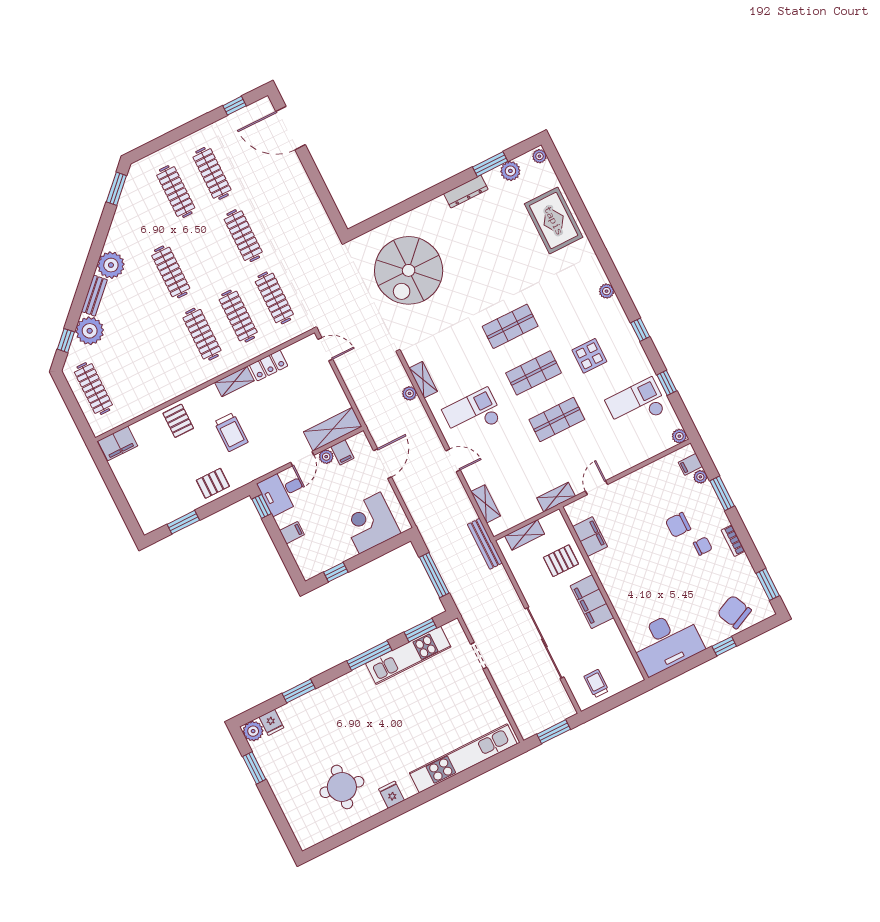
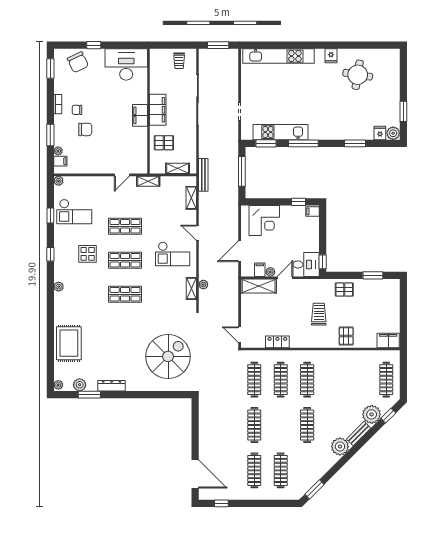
shelving: (234, 381) -> (302, 343), removed
filing cabinet: (292, 533) -> (313, 211), moved
filing cabinet: (590, 537) -> (140, 115), moved

